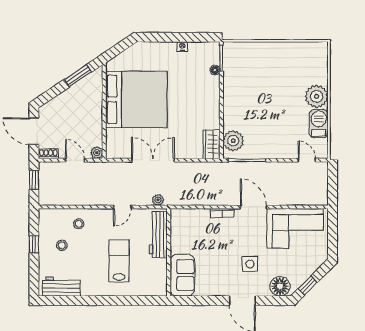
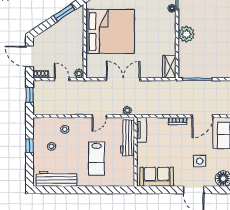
plant: (233, 141) -> (186, 34), moved
door: (253, 207) -> (202, 116), swing flipped
tv unit: (176, 224) -> (141, 130), added
lab bench: (119, 261) -> (97, 159), turned 180
sofa: (182, 275) -> (157, 177), moved, turned -90
workbench: (61, 287) -> (57, 179), width x1.38

